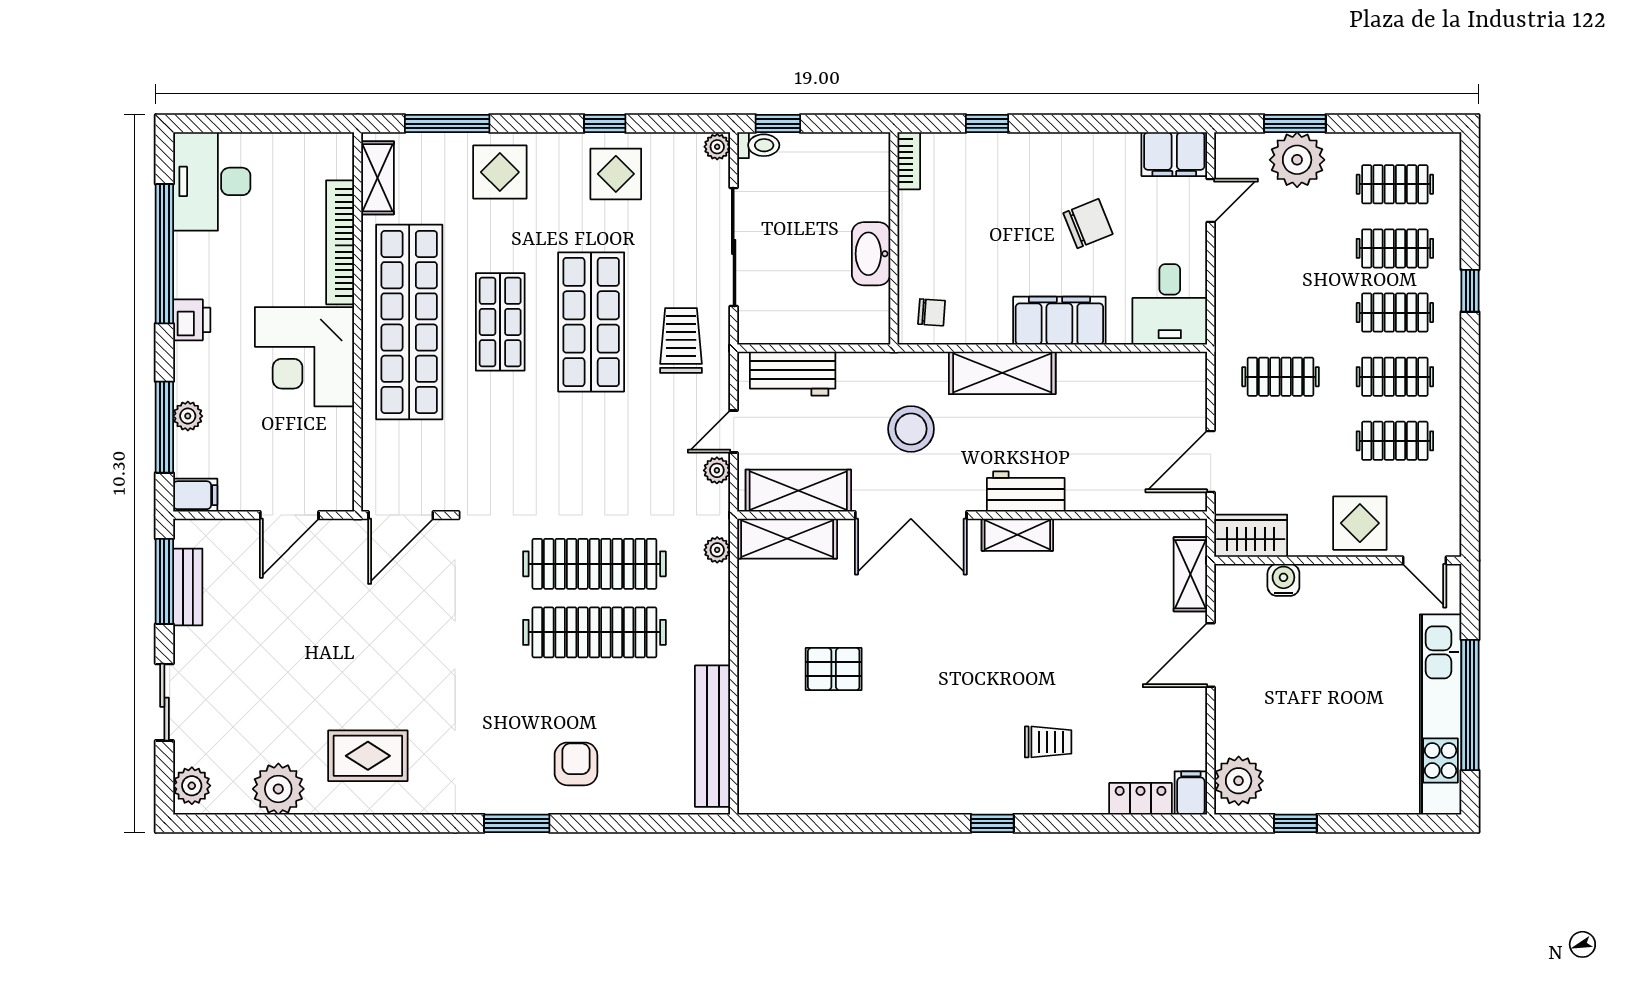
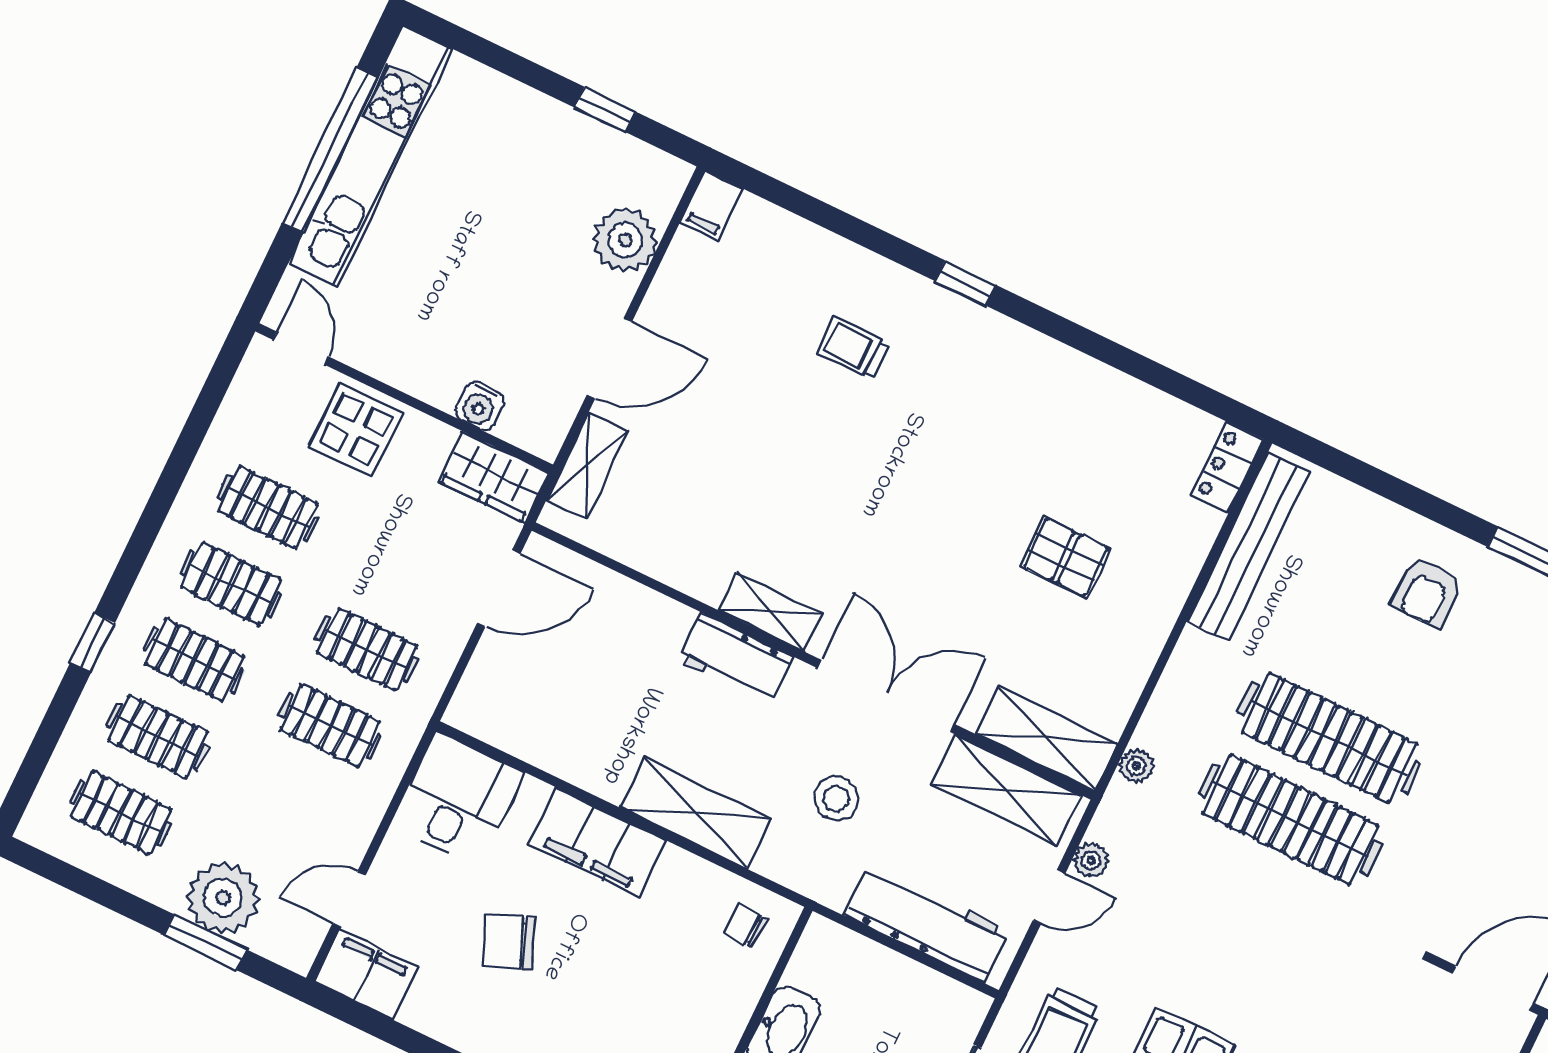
clothes rail: (1281, 313) -> (330, 726), added
workbench: (793, 374) -> (927, 923), width x1.38
stool: (911, 429) -> (836, 799), width x0.73, depth x0.73
plant: (1239, 781) -> (625, 240), moved
locker: (1141, 799) -> (1227, 468), moved, turned 90

